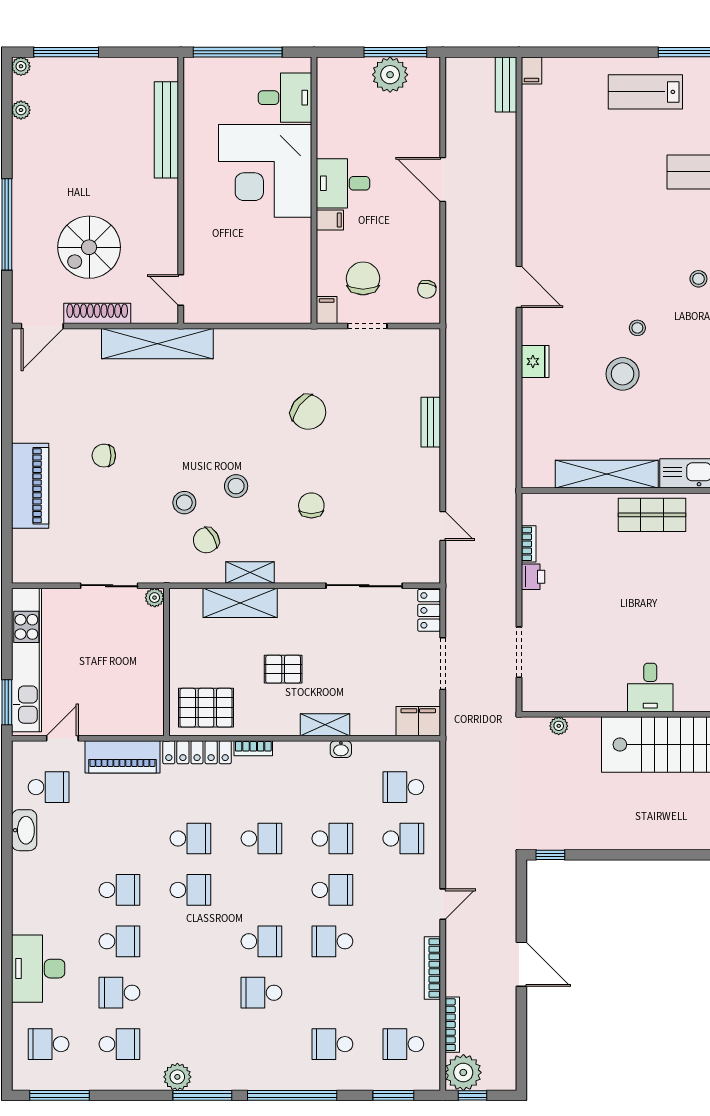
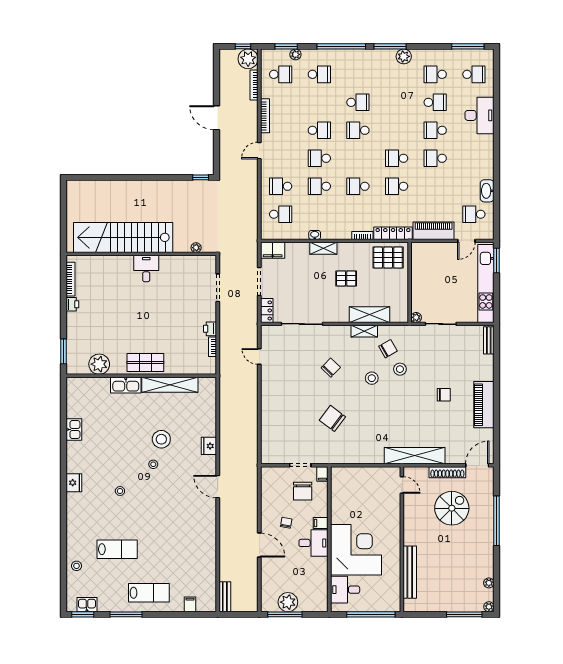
filing cabinet: (532, 71) -> (190, 604), moved
chair: (427, 289) -> (286, 523), moved
bench: (431, 422) -> (489, 340), moved
piano: (30, 486) -> (484, 405), moved
chair: (311, 505) -> (331, 368), turned -136
plant: (376, 1081) -> (295, 54), added

